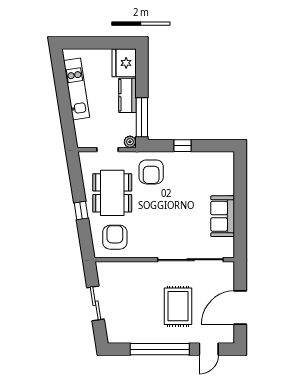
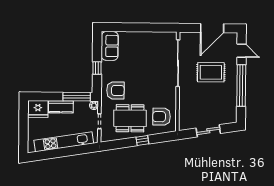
kitchen unit: (77, 89) -> (64, 142), width x1.36
sofa: (223, 216) -> (110, 46), moved, turned -90
door: (240, 307) -> (212, 28), hinge flipped

